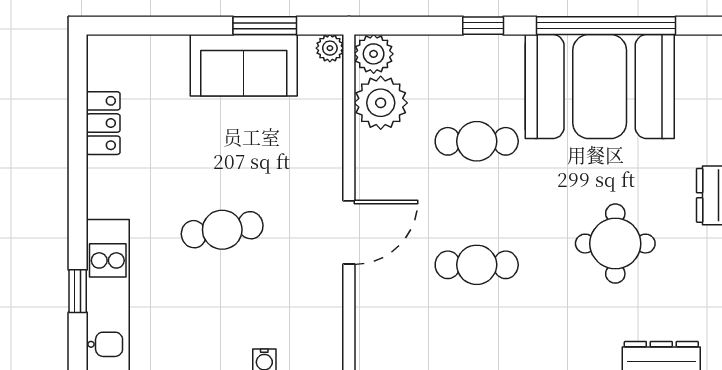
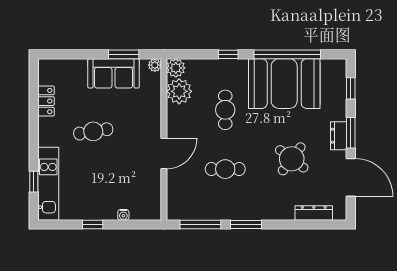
cafe table: (477, 141) -> (225, 110), turned 90
cafe table: (222, 230) -> (93, 131), moved
round table: (615, 244) -> (292, 159), turned 37

